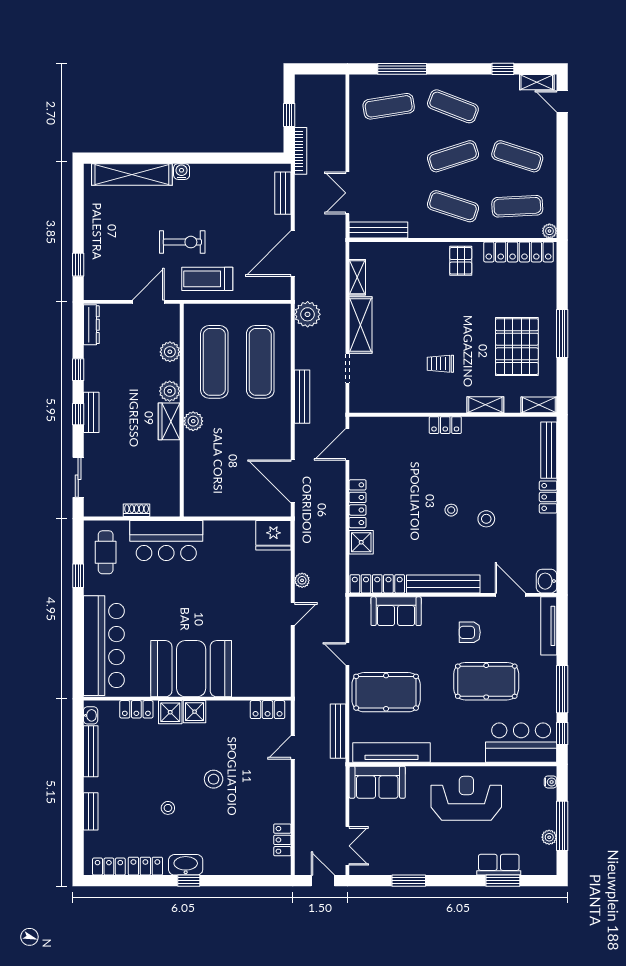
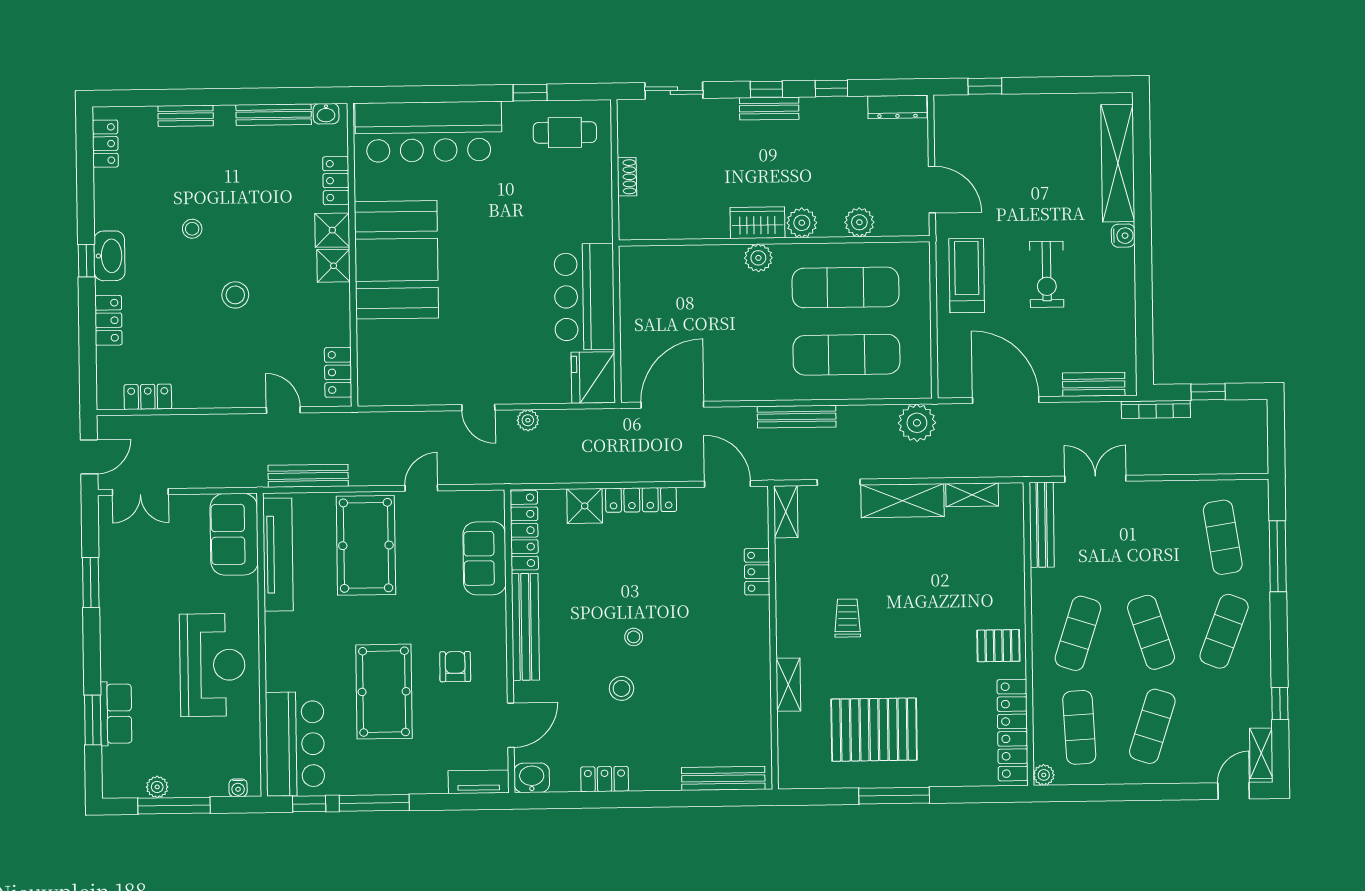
exercise bike: (182, 242) -> (1047, 274), moved
shelving: (539, 405) -> (786, 512), moved
locker: (445, 425) -> (757, 572), moved
locker: (548, 497) -> (605, 779), moved
bar counter: (166, 540) -> (584, 297), moved
tv unit: (549, 626) -> (479, 782), width x0.71
locker: (145, 866) -> (108, 320), moved

